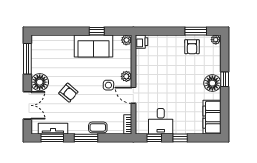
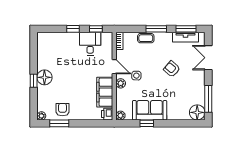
floor lamp: (40, 82) -> (197, 112), moved
filing cabinet: (212, 117) -> (105, 92), moved, turned 180

